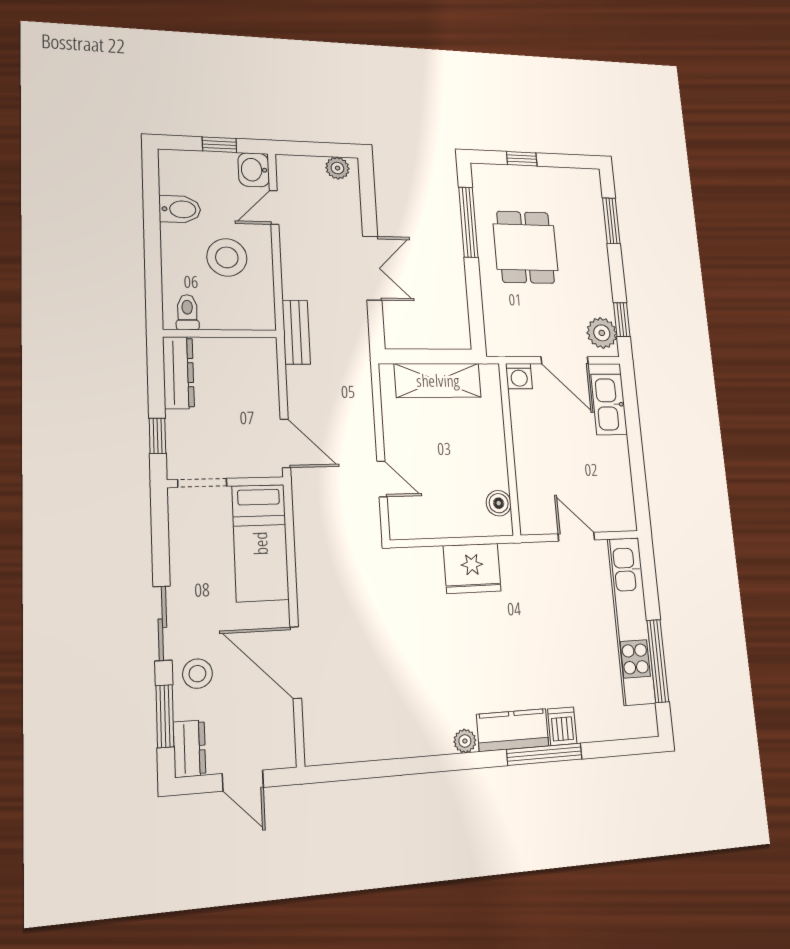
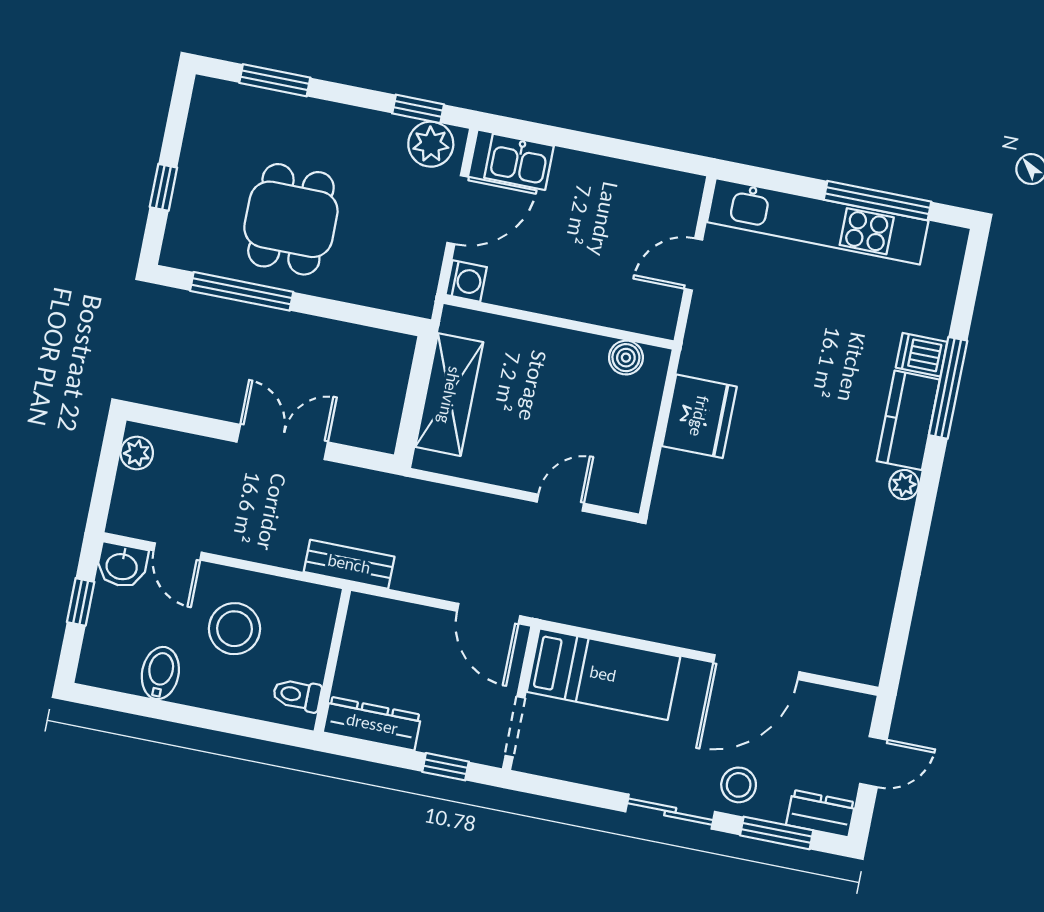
dining table: (526, 247) -> (291, 219), turned 90
kitchen sink: (609, 404) -> (519, 162), width x0.73
door: (285, 443) -> (489, 614), swing flipped

